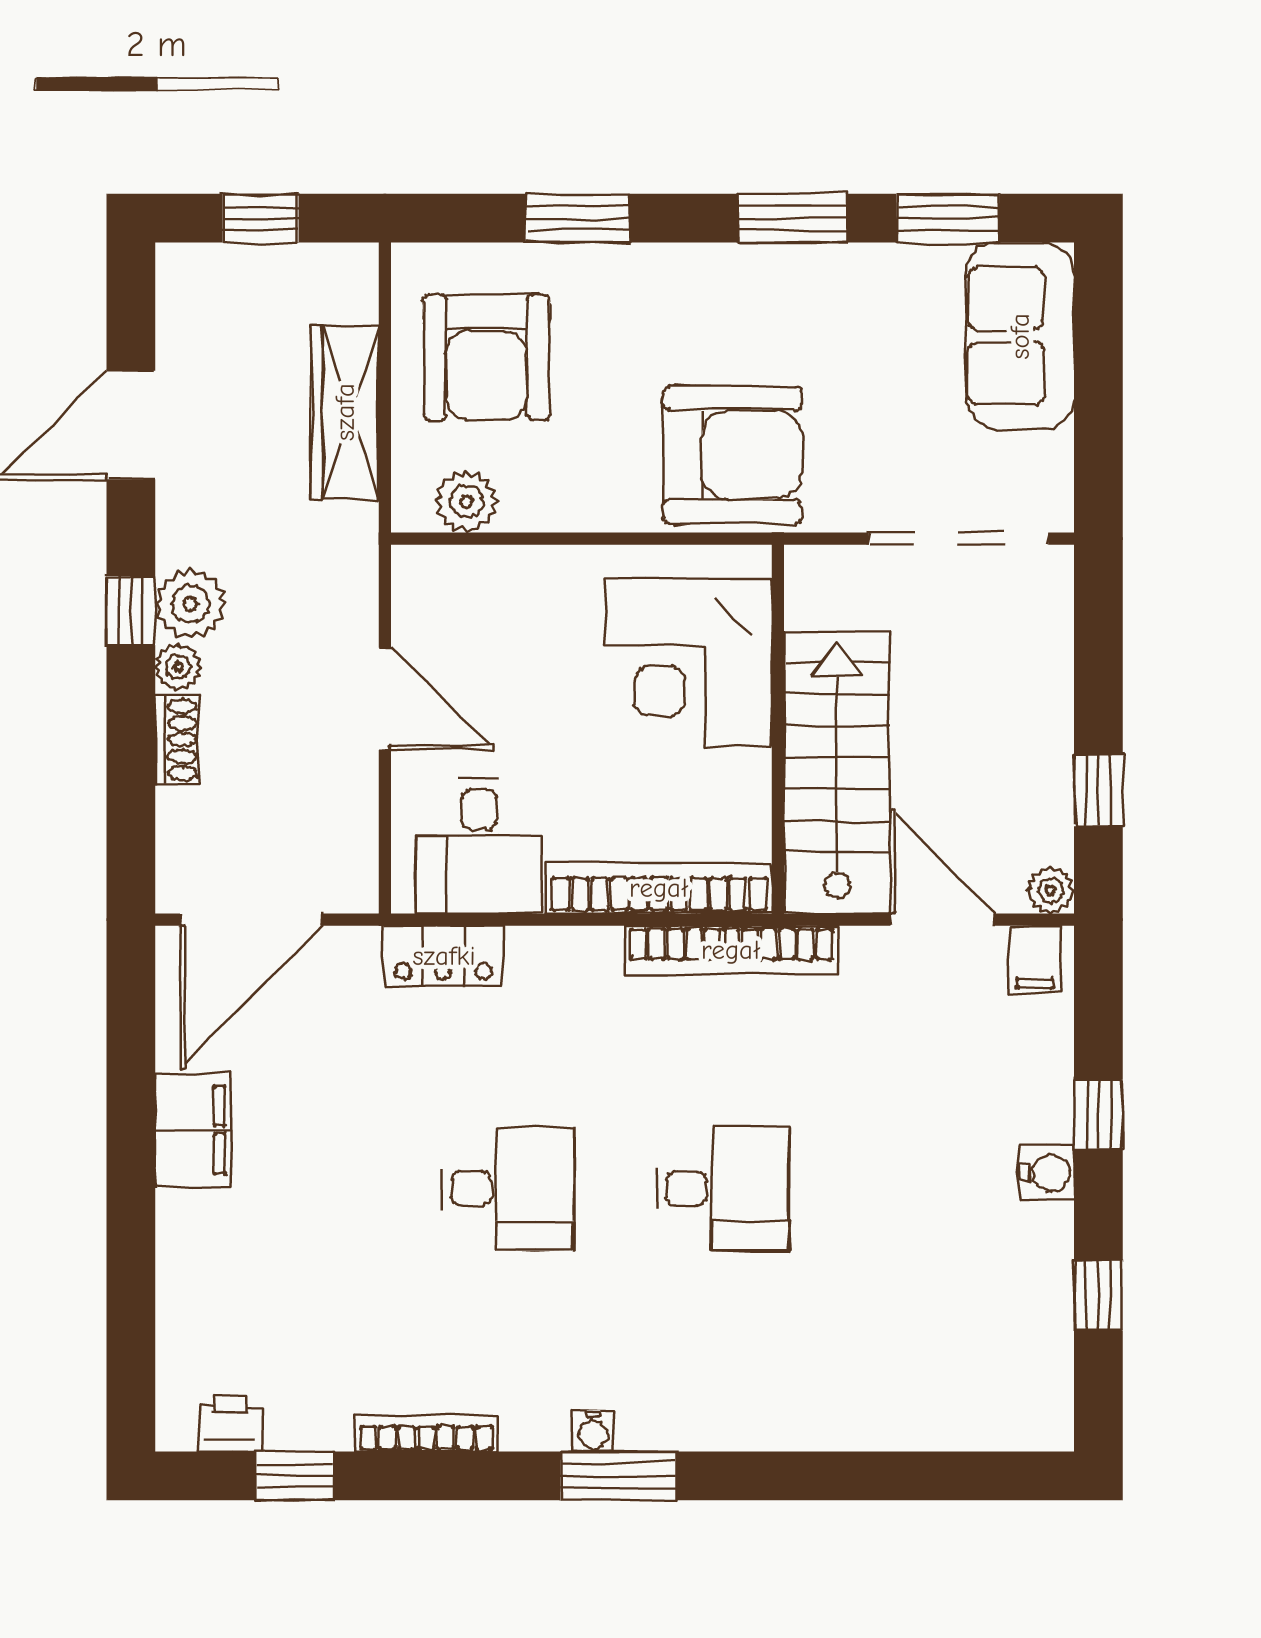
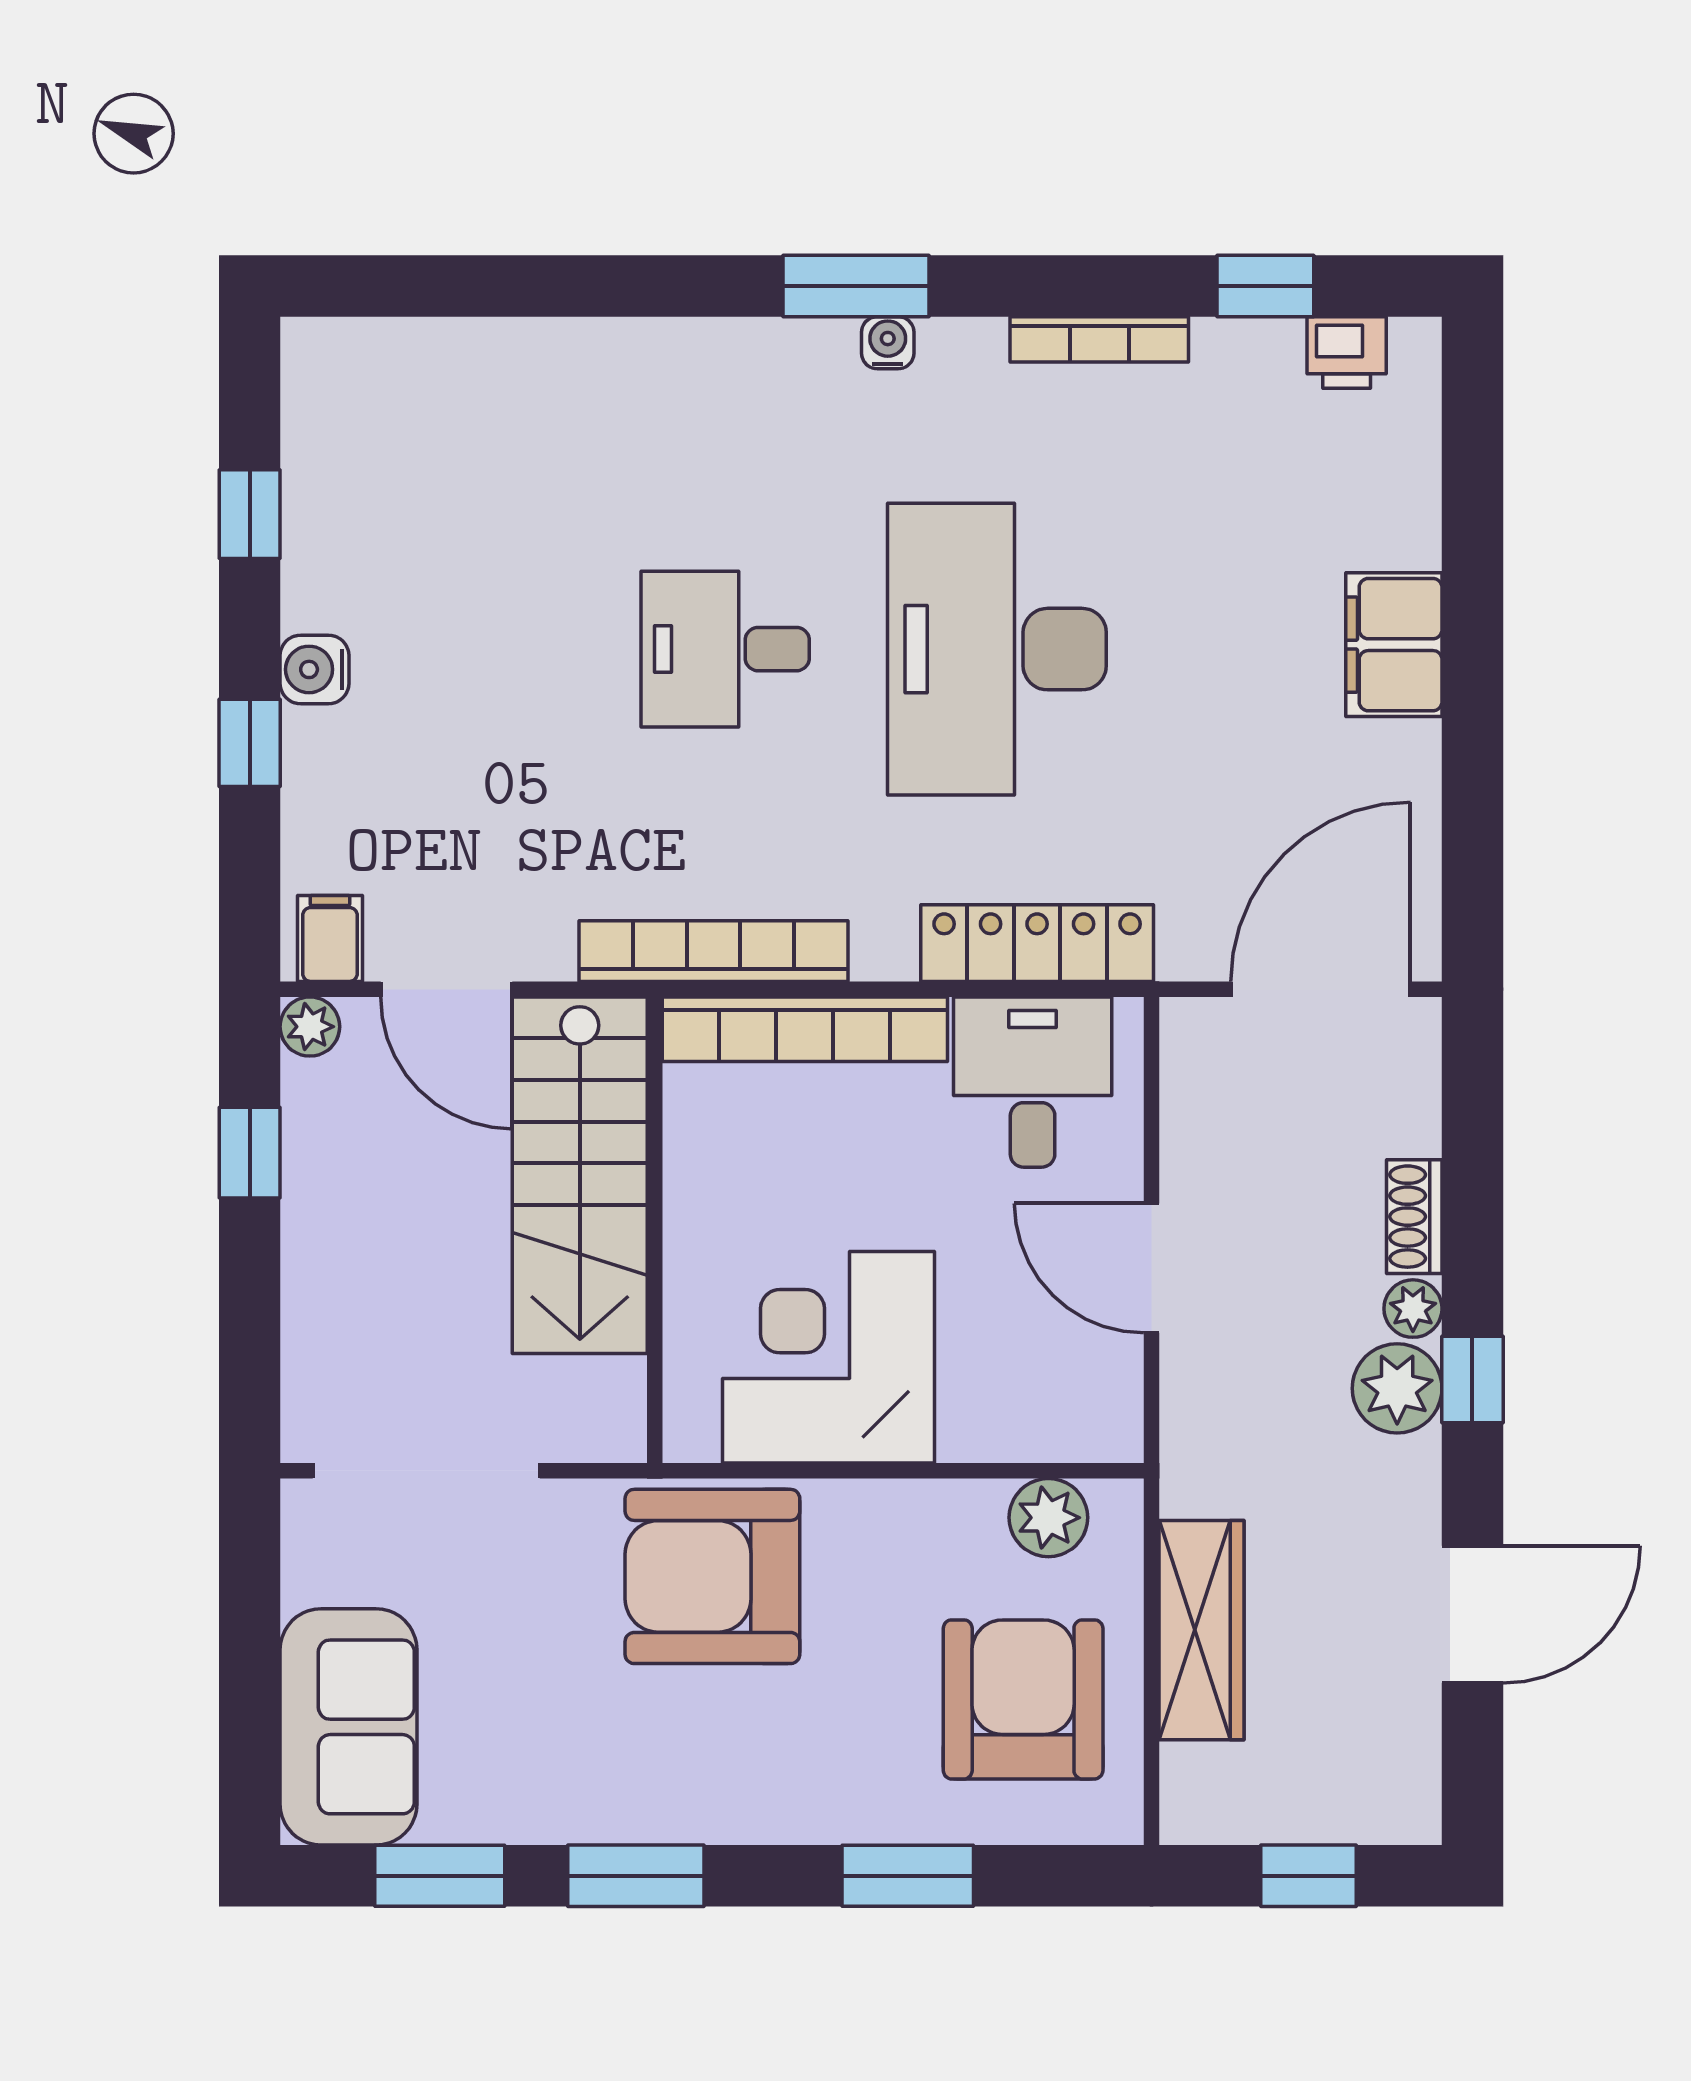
corner desk: (688, 663) -> (828, 1357), moved, turned -90
locker: (444, 956) -> (1037, 943), width x1.53
filing cabinet: (193, 1130) -> (1394, 645), moved
desk: (507, 1189) -> (997, 649), width x1.87, depth x1.30

